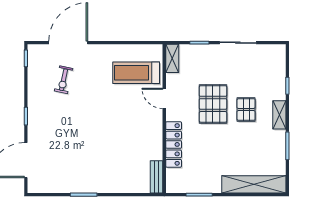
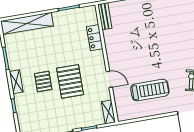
treadmill: (136, 73) -> (150, 90), moved
locker: (174, 144) -> (95, 38), width x0.66

